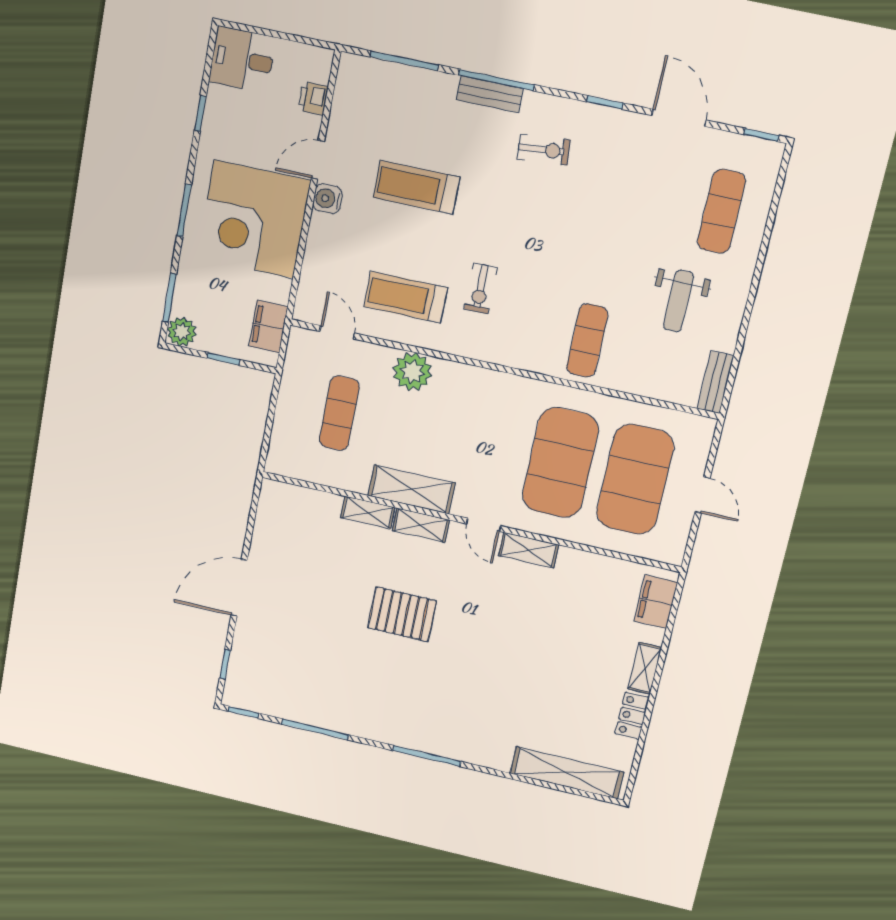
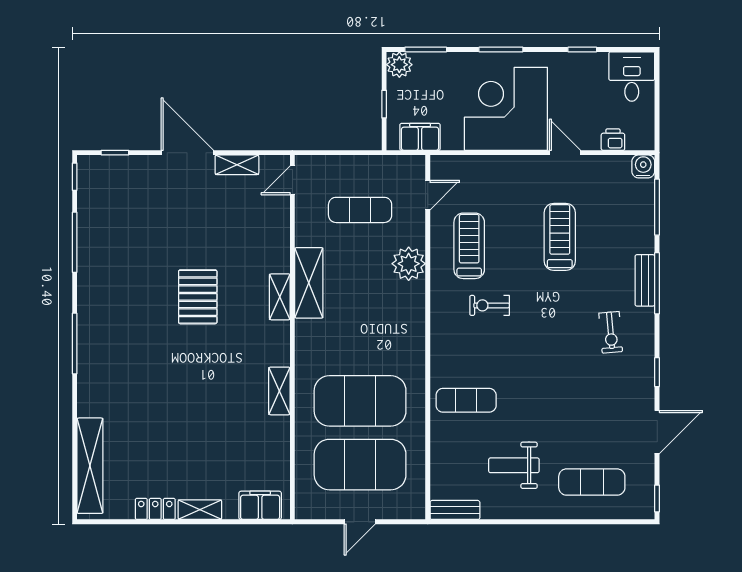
water cooler: (327, 199) -> (643, 166), moved
shelving: (368, 512) -> (237, 165), moved, turned 90
door: (484, 525) -> (292, 180), moved

